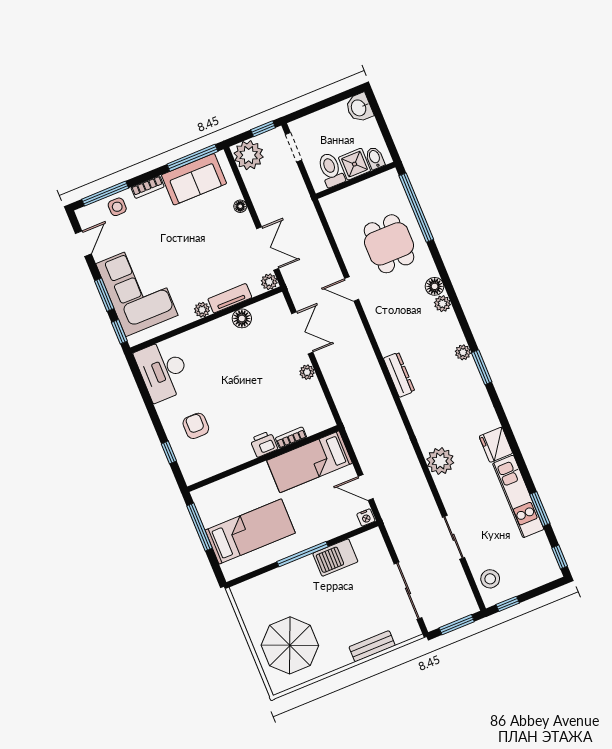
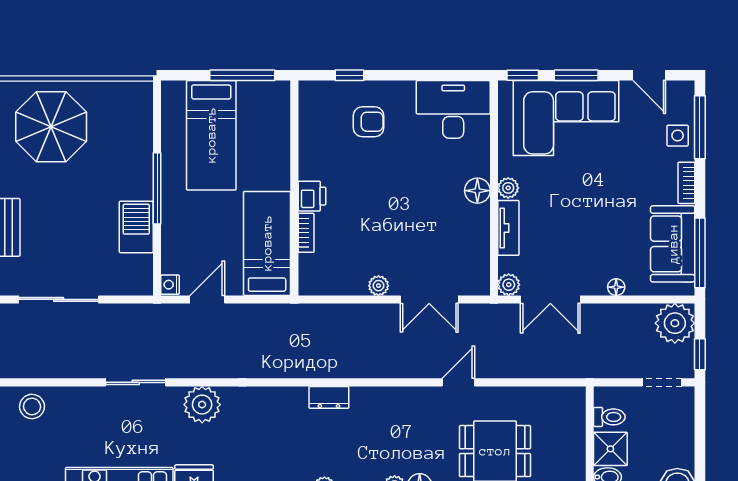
toilet: (331, 170) -> (609, 417), width x0.73, depth x0.72
floor lamp: (242, 318) -> (477, 191), moved
dresser: (399, 375) -> (329, 397), width x0.70
sliding door: (453, 537) -> (136, 382), moved

